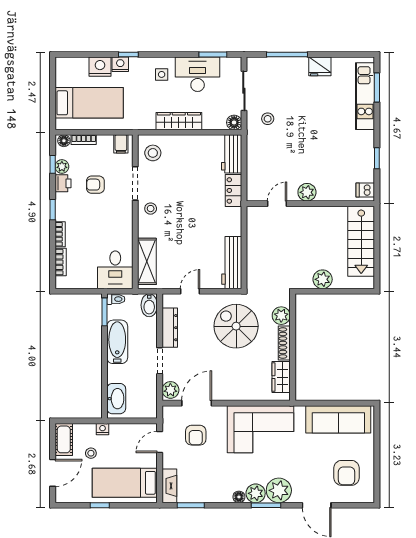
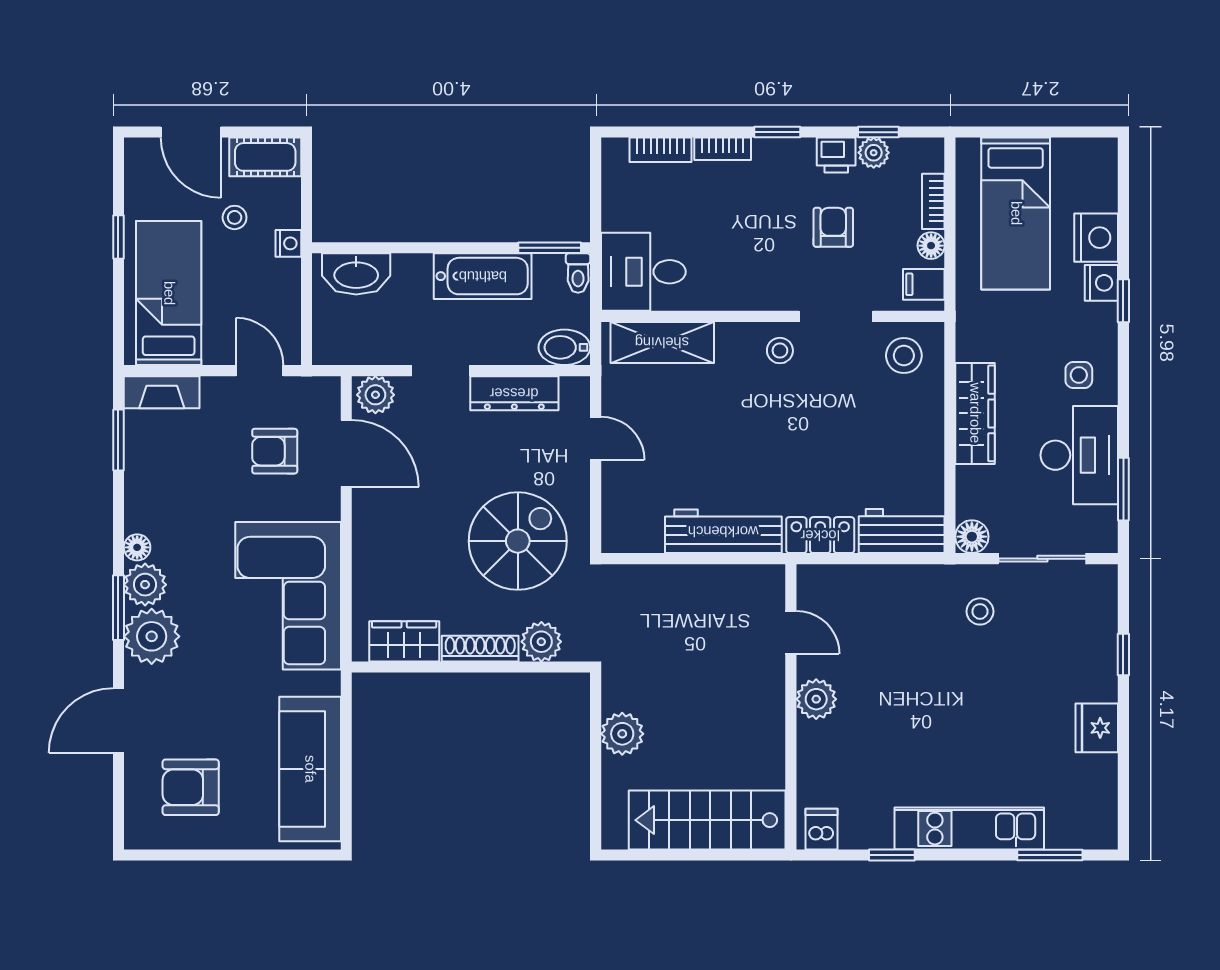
window: (287, 54) -> (1123, 655), width x0.46
kitchen unit: (365, 96) -> (969, 829), moved
floor lamp: (64, 141) -> (931, 246), moved
workbench: (232, 262) -> (723, 531), moved

